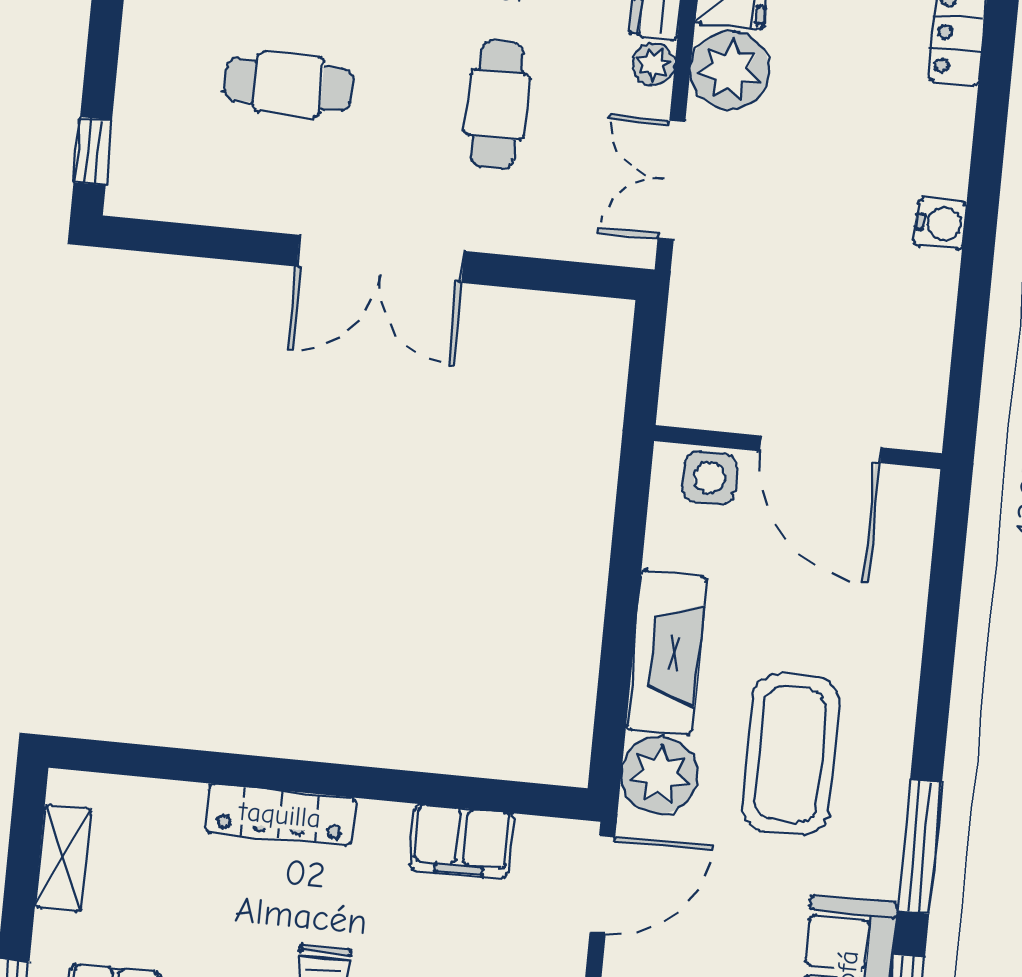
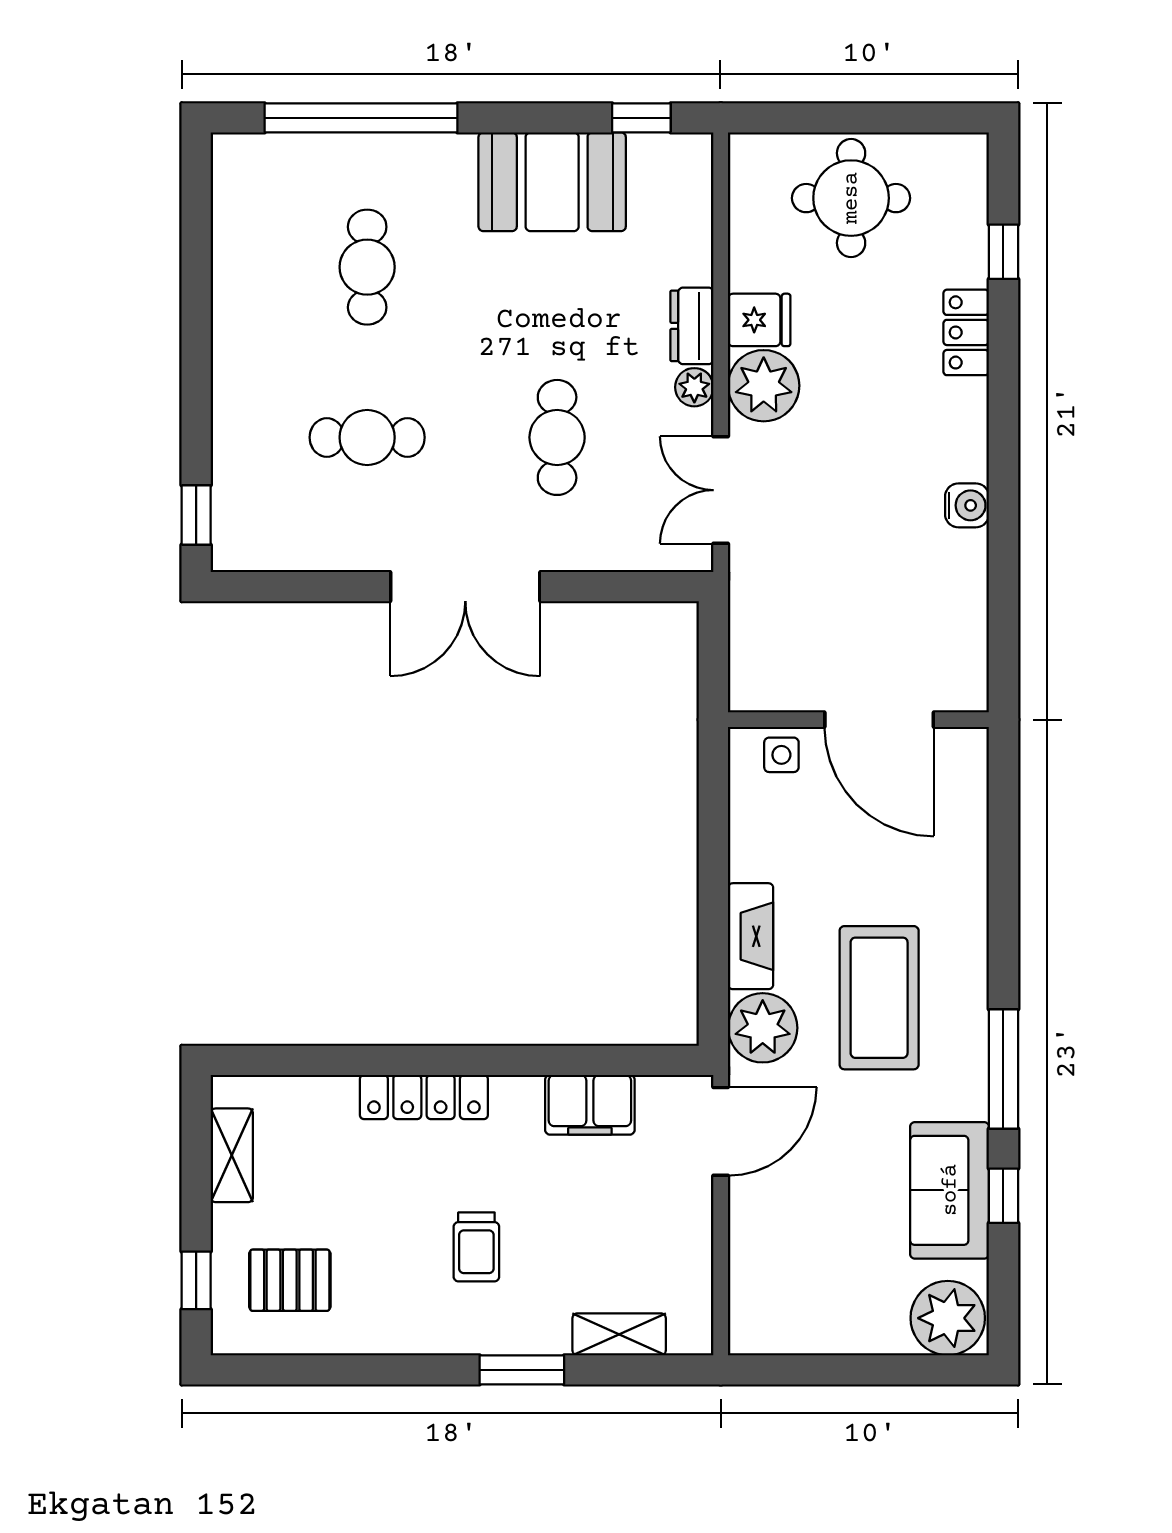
side table: (710, 478) -> (781, 755), width x0.73, depth x0.73
fireplace: (666, 653) -> (751, 936), width x0.73, depth x0.76

